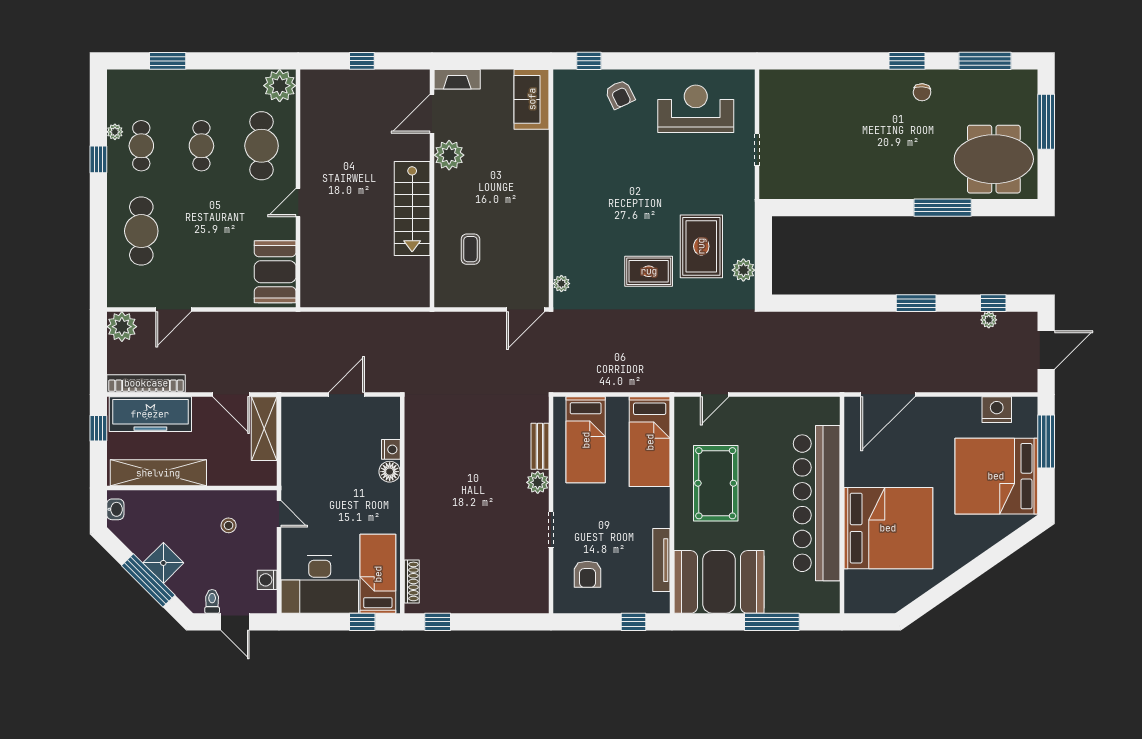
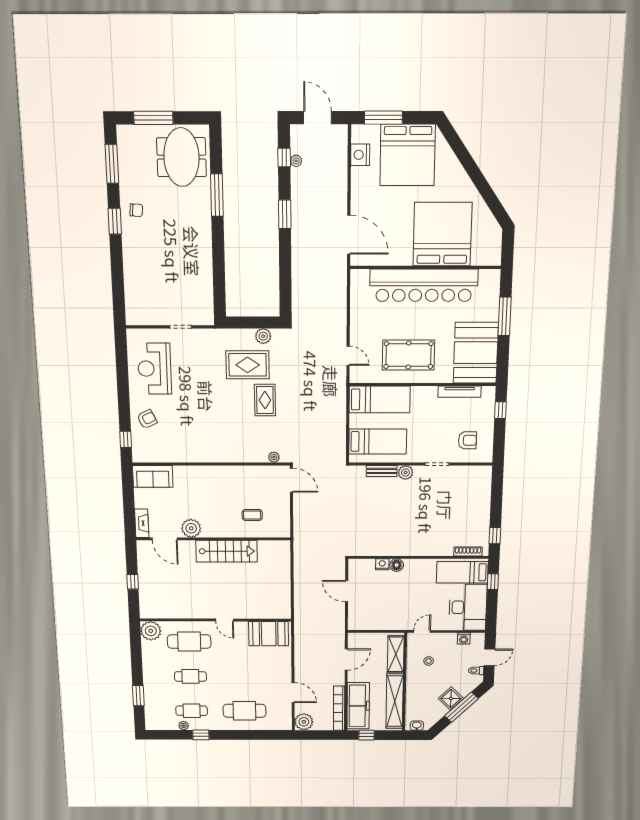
shelving: (264, 429) -> (396, 654), moved, turned 90

